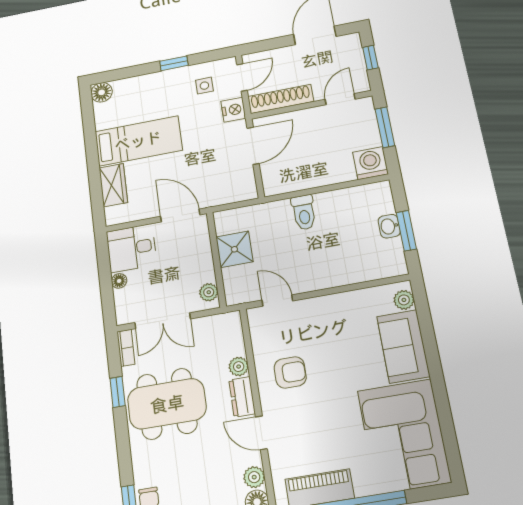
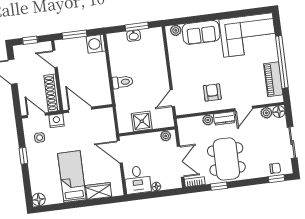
door: (180, 216) -> (120, 152), hinge flipped

